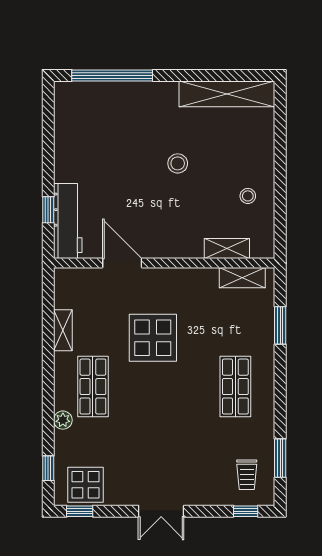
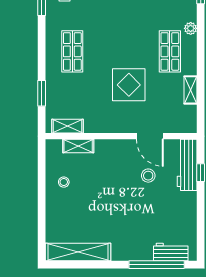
workbench: (92, 94) -> (171, 252), added
stool: (178, 163) -> (148, 176), moved

